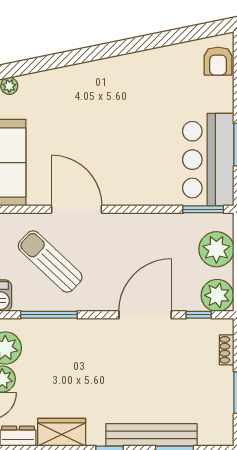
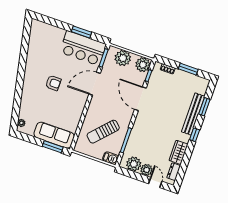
armchair: (218, 61) -> (53, 83), moved
door: (76, 209) -> (95, 84), moved

